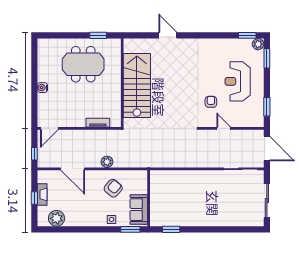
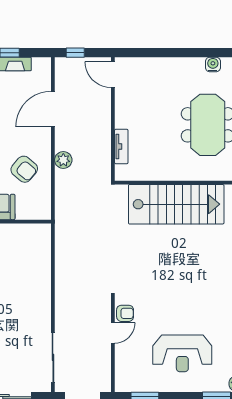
reception desk: (238, 81) -> (182, 353), turned 180
water cooler: (42, 88) -> (213, 64), moved
armchair: (211, 102) -> (125, 313), moved

